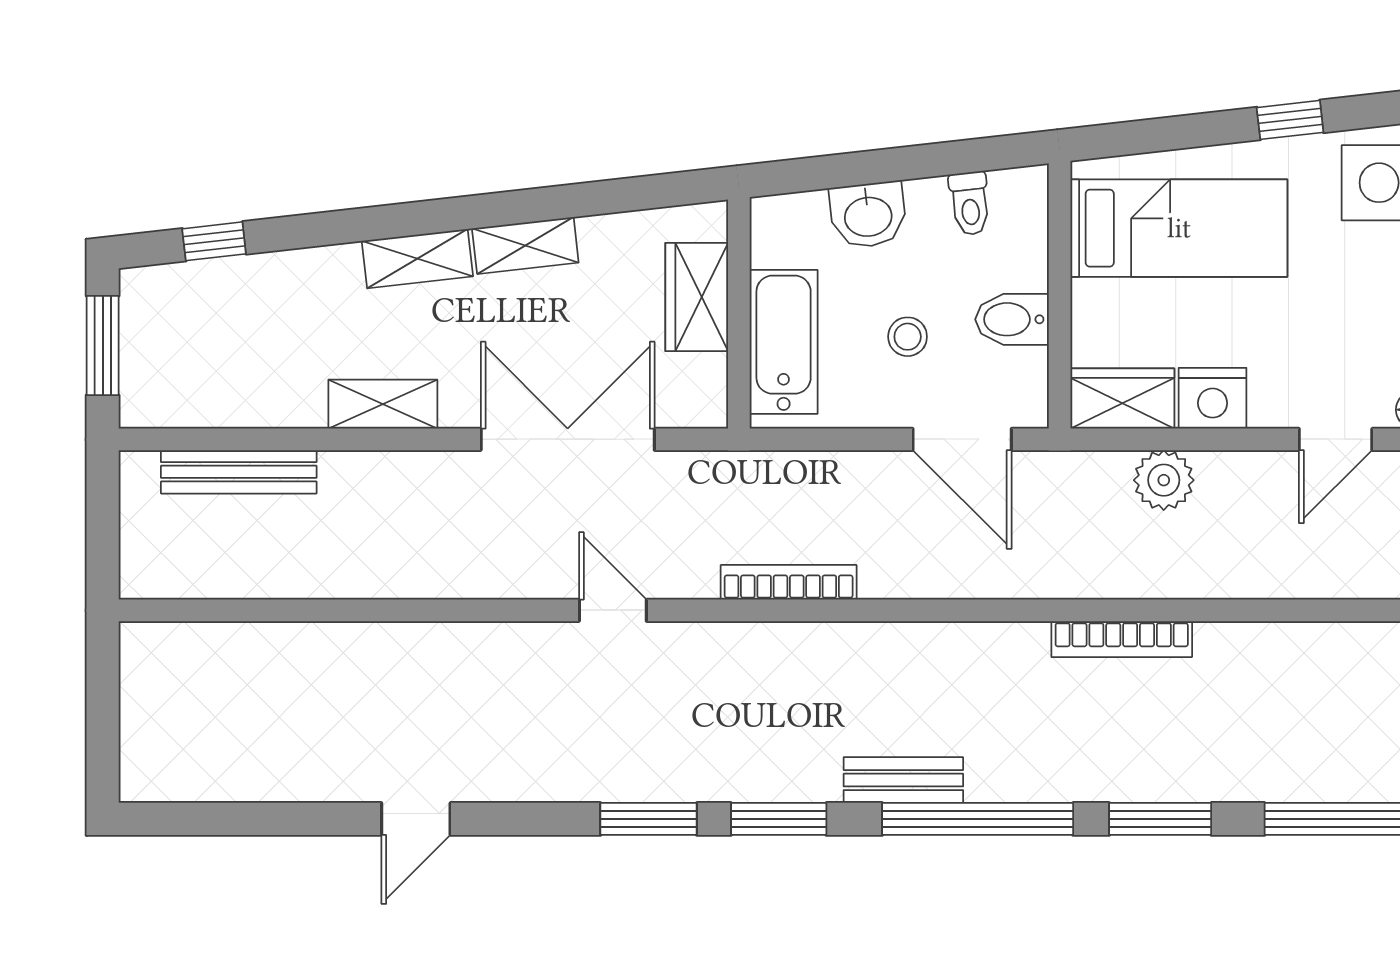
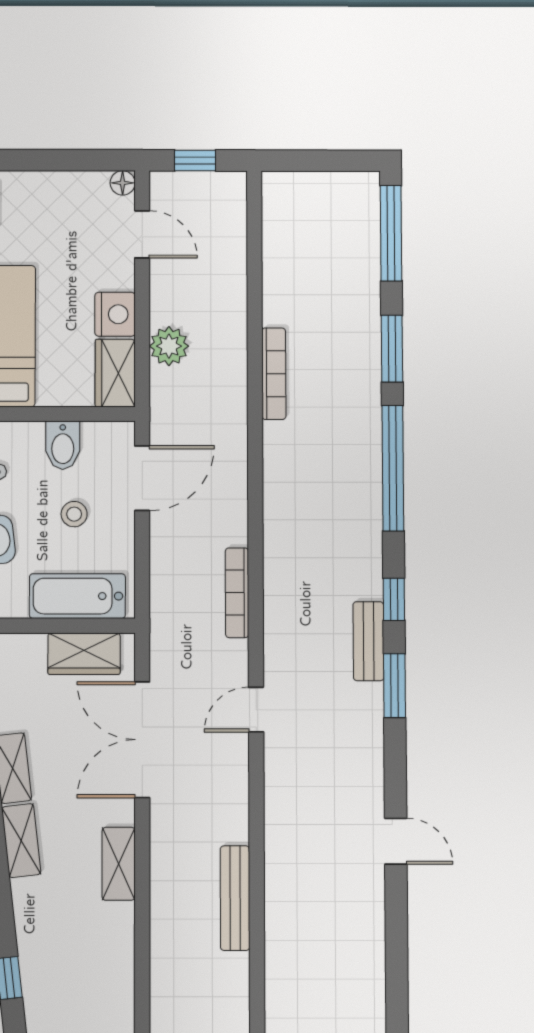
wardrobe: (697, 297) -> (84, 654), moved
bench: (239, 472) -> (235, 898), moved
bench: (903, 780) -> (368, 641), moved
window: (779, 819) -> (394, 599), width x0.67

